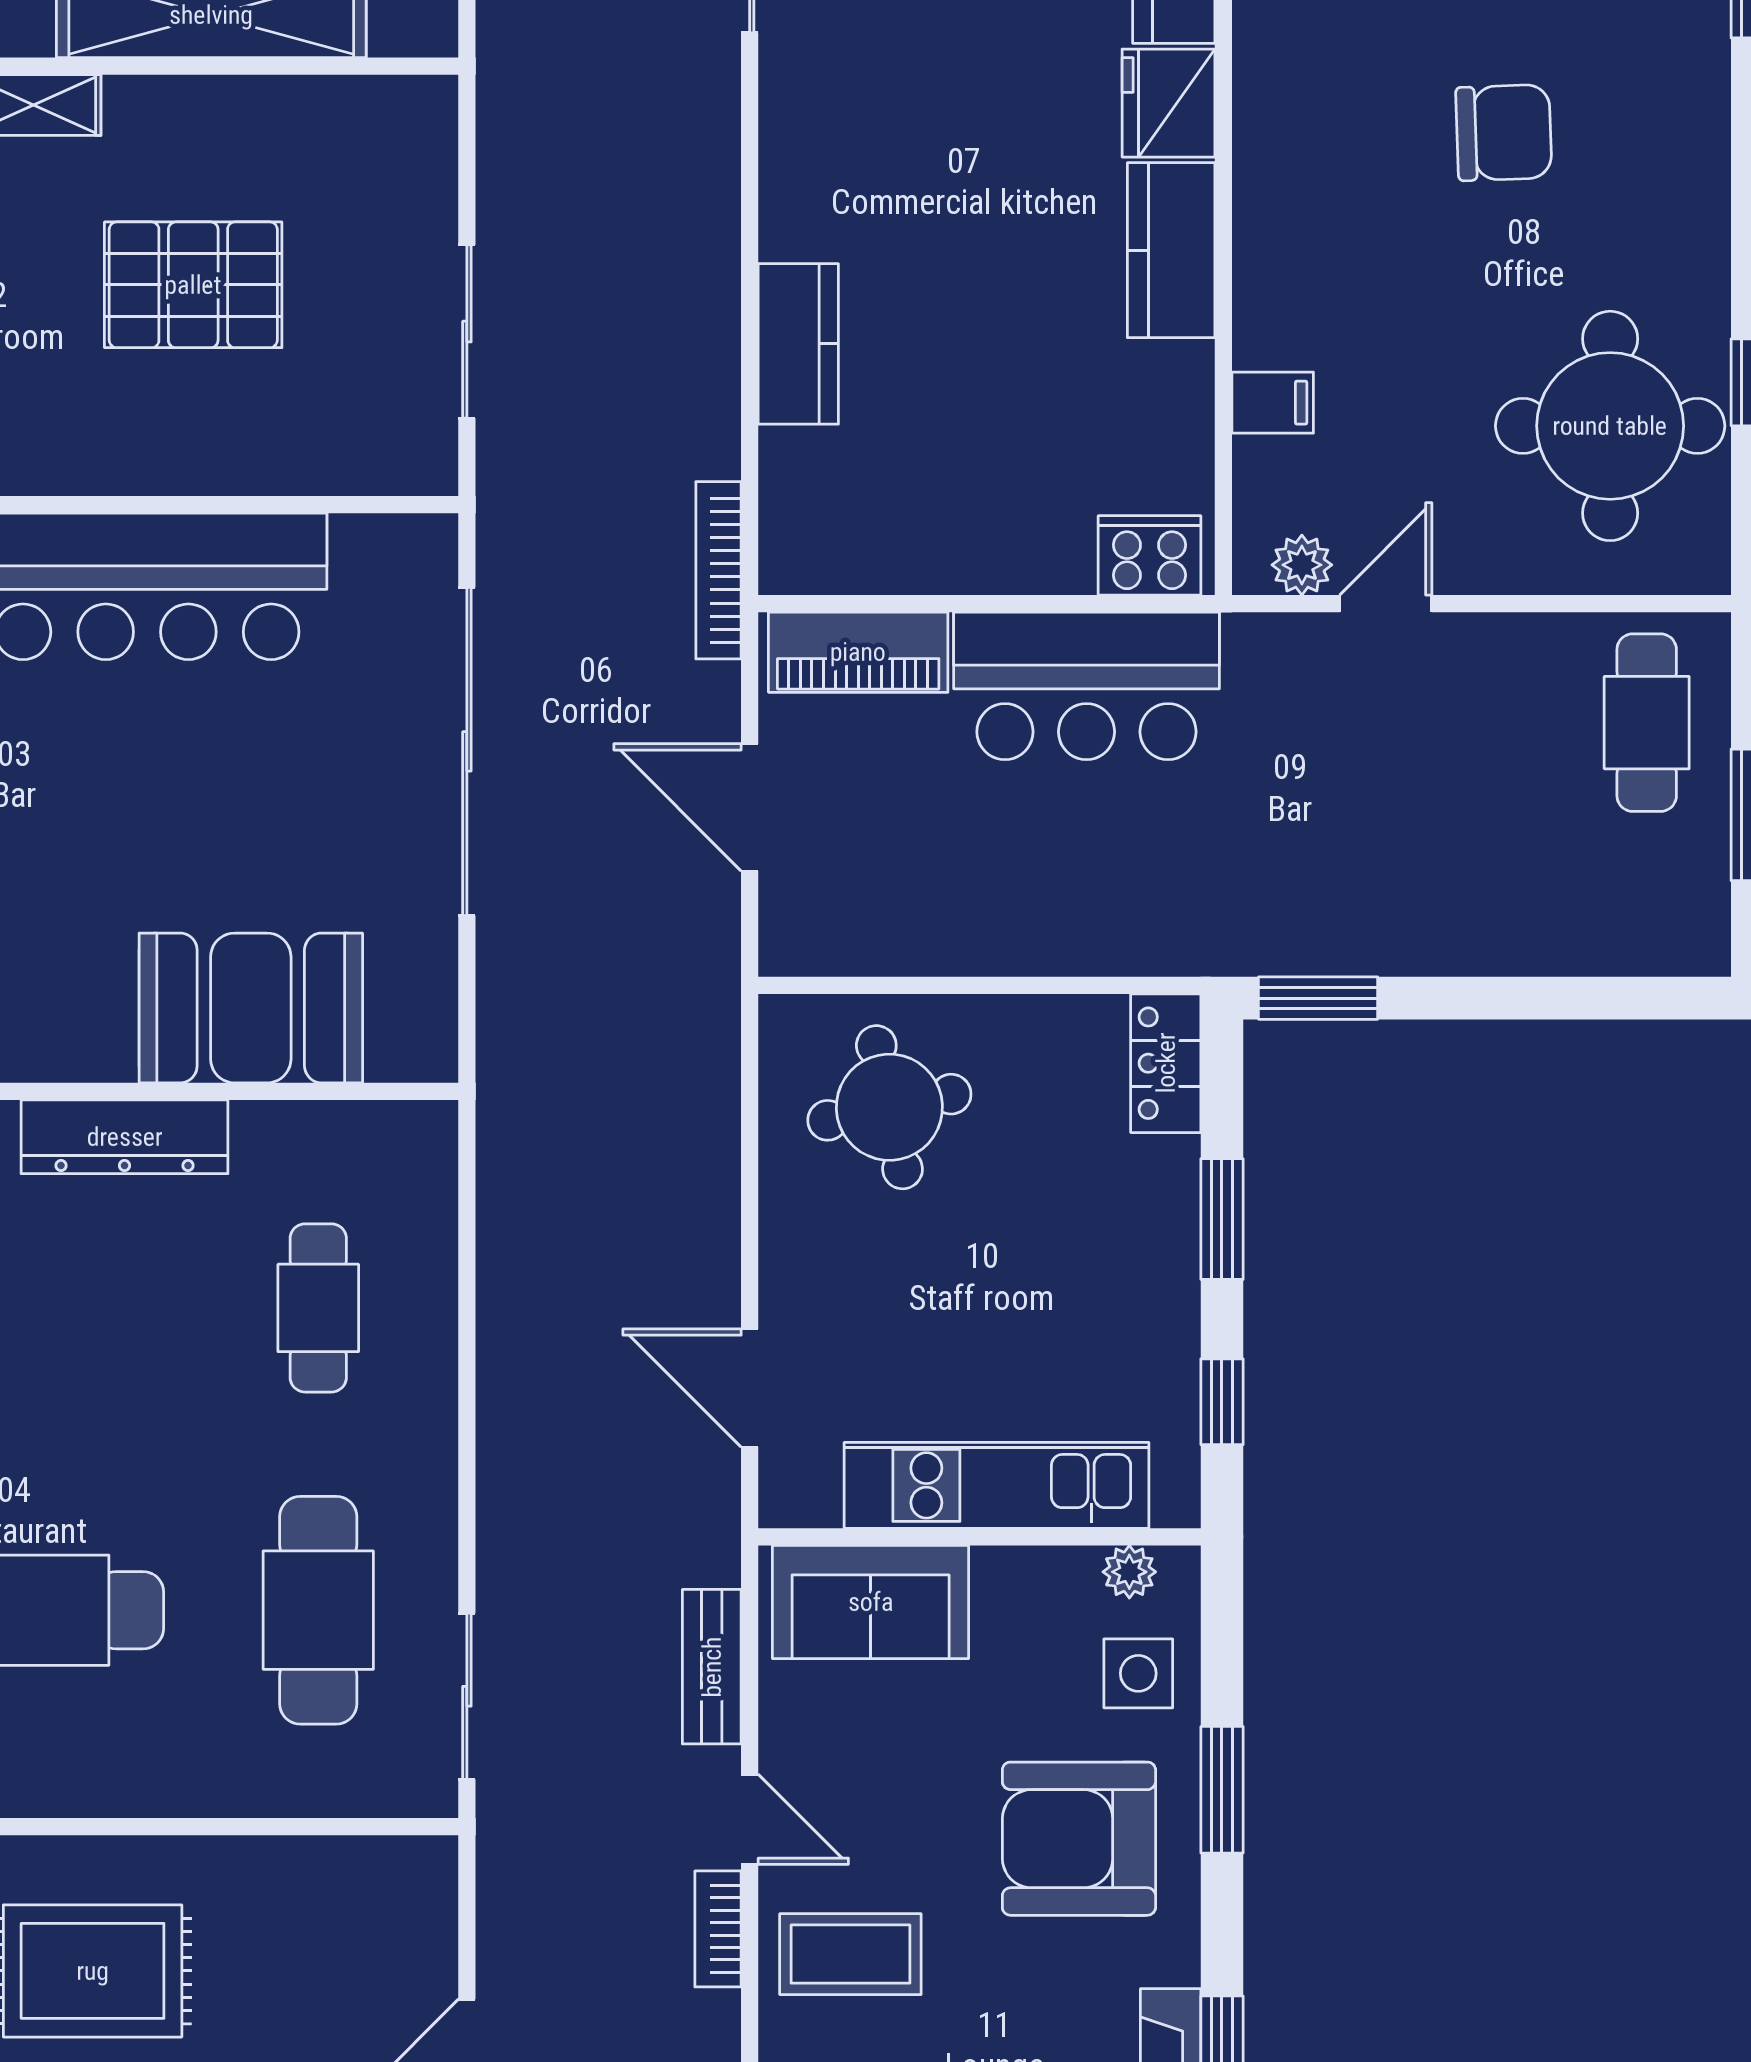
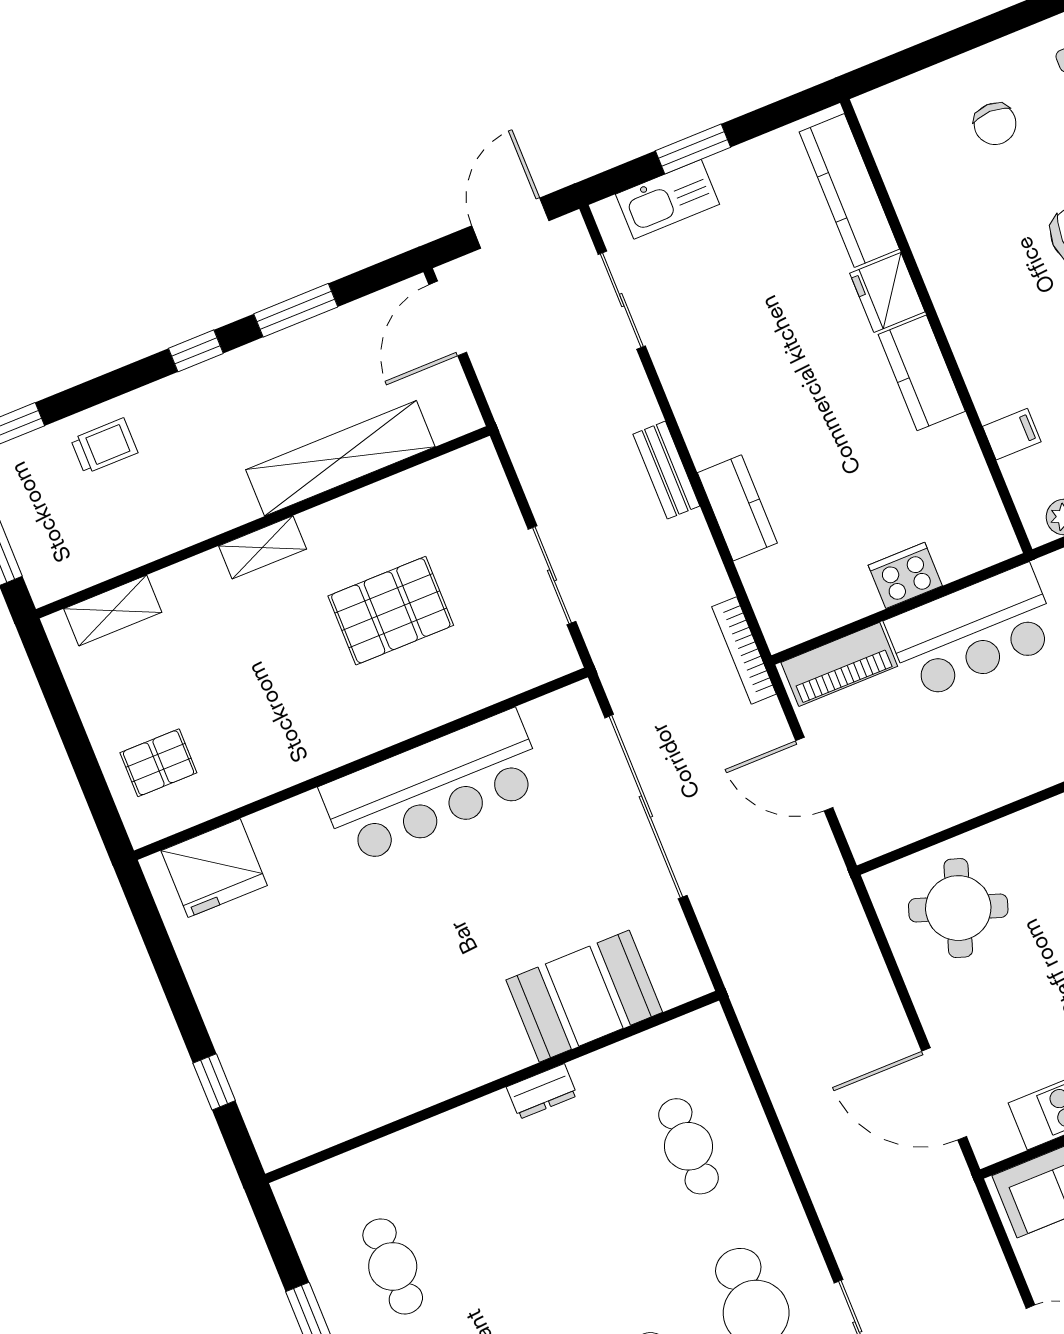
cooker: (1149, 555) -> (905, 575), moved
round table: (889, 1107) -> (958, 908), turned 31
dresser: (125, 1137) -> (542, 1091), width x0.51, depth x0.80
door: (750, 1388) -> (944, 1094), width x1.36
bench: (712, 1667) -> (666, 470), moved

